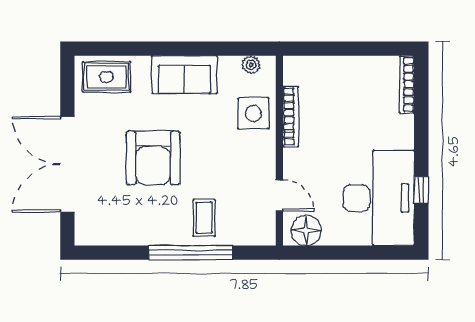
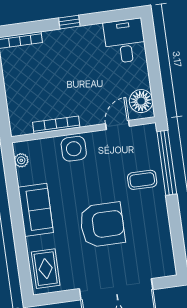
side table: (253, 113) -> (74, 149), moved
window: (421, 190) -> (69, 22), moved
desk: (379, 198) -> (125, 41), width x0.53, depth x0.77
window: (191, 253) -> (167, 163), moved

